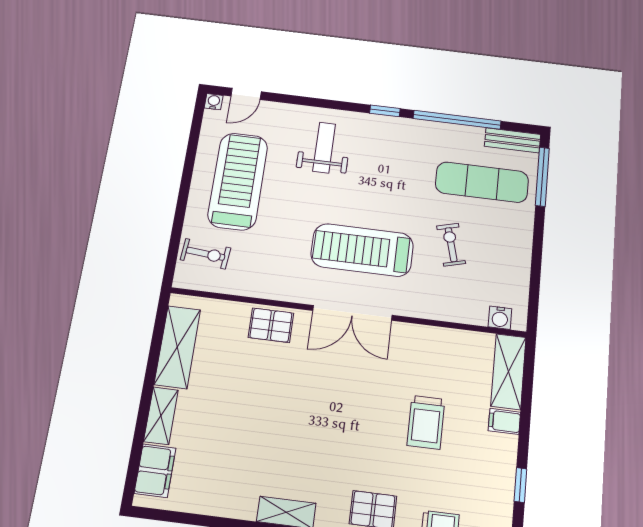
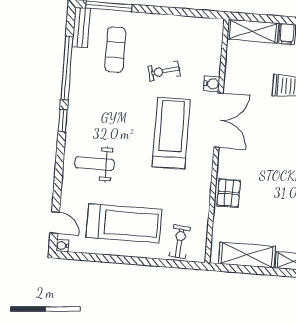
treadmill: (238, 181) -> (124, 223), turned 180
exercise mat: (482, 182) -> (115, 50), width x0.73, depth x0.69
treadmill: (362, 250) -> (171, 133), turned 180
double door: (352, 313) -> (219, 120), moved
water cooler: (500, 318) -> (212, 84), moved

